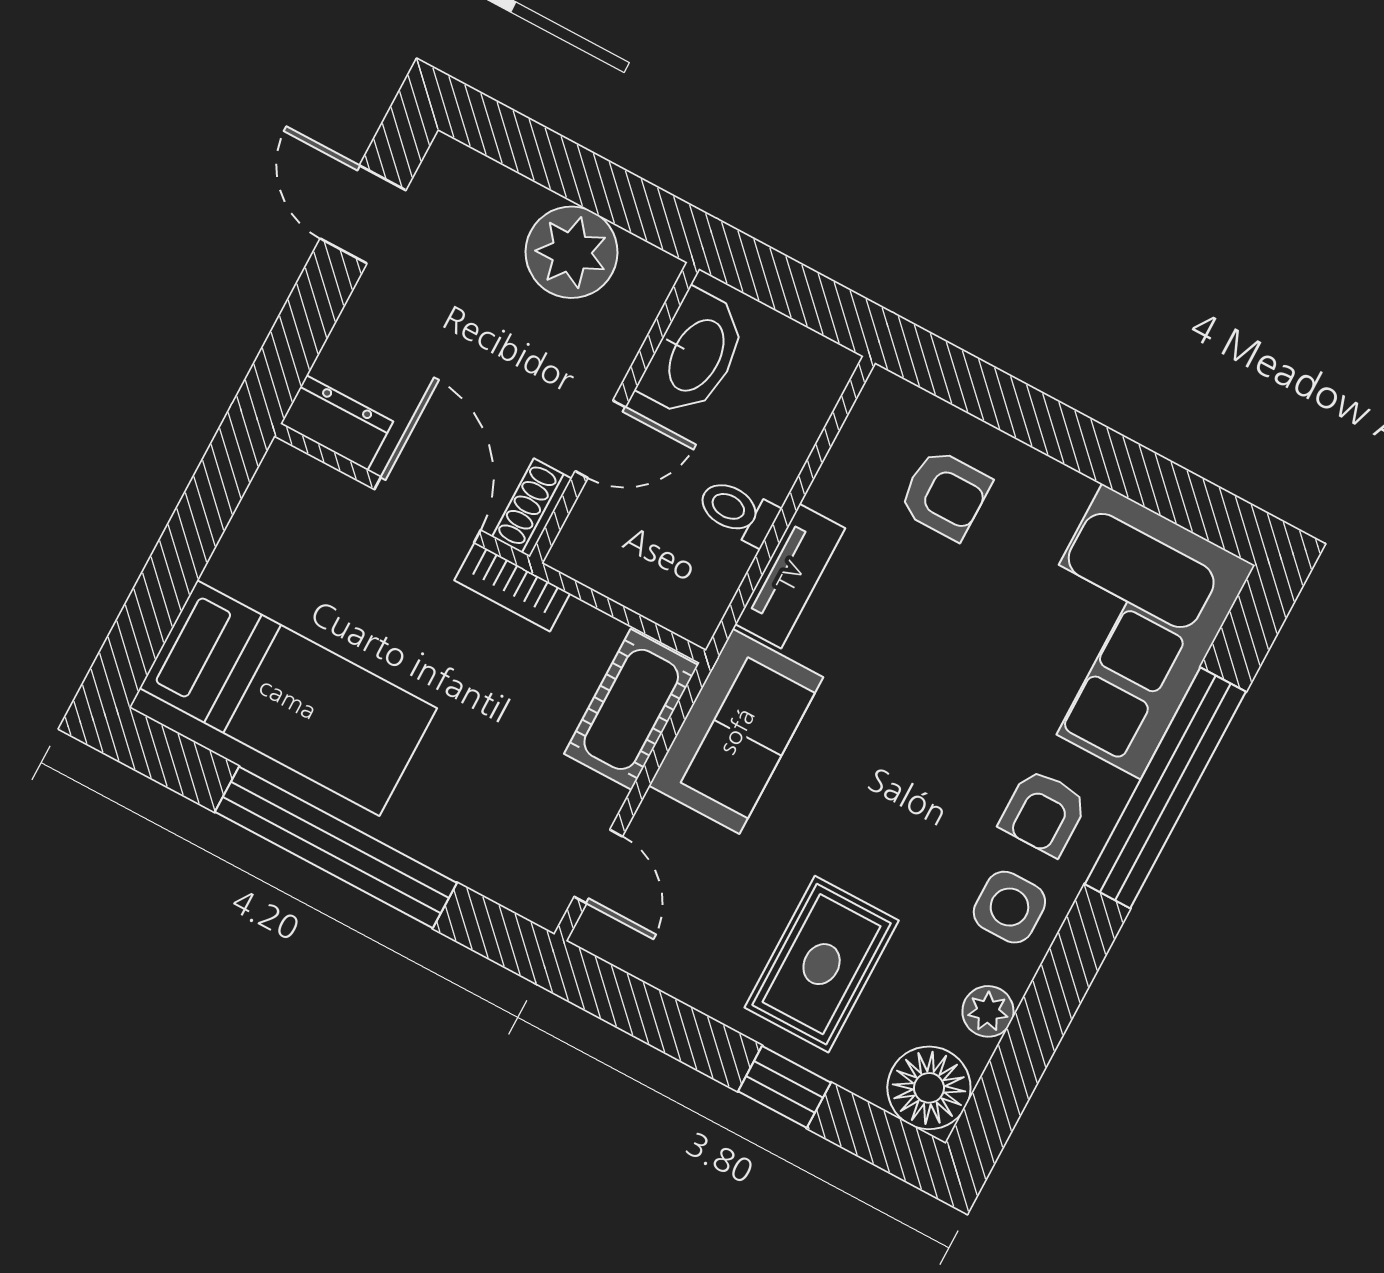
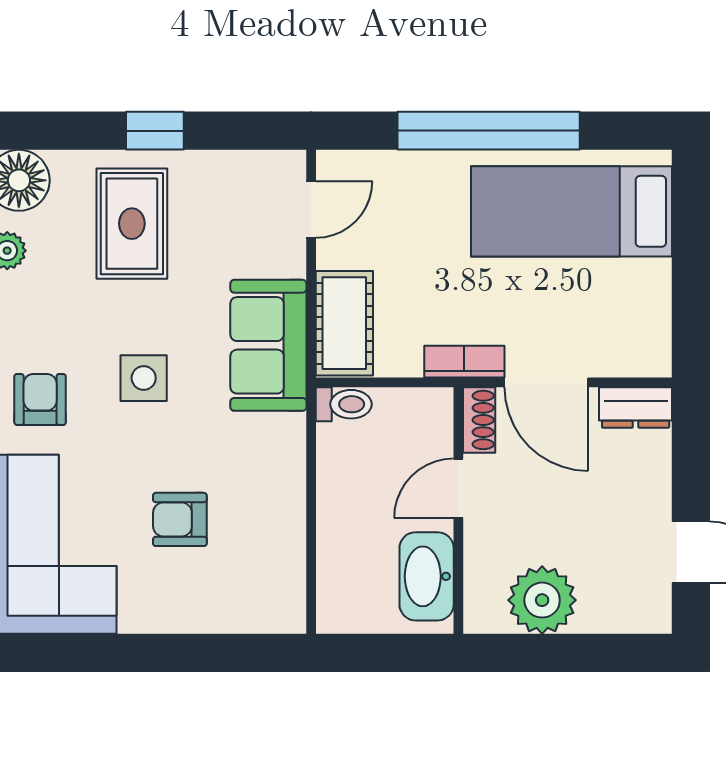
armchair: (945, 494) -> (180, 519), moved
toilet: (738, 511) -> (344, 404), moved
tv unit: (790, 576) -> (287, 465), removed
door: (598, 867) -> (311, 209), swing flipped
side table: (1009, 907) -> (144, 378), moved
window: (784, 1087) -> (155, 131), moved

